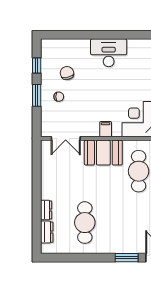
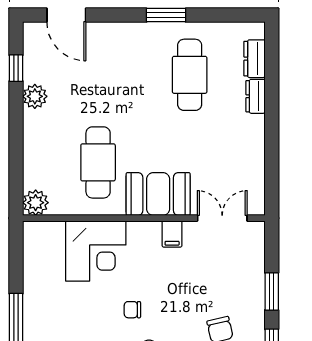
chair: (59, 97) -> (132, 310), moved
filing cabinet: (106, 129) -> (172, 234), moved
window: (127, 258) -> (166, 15), moved

